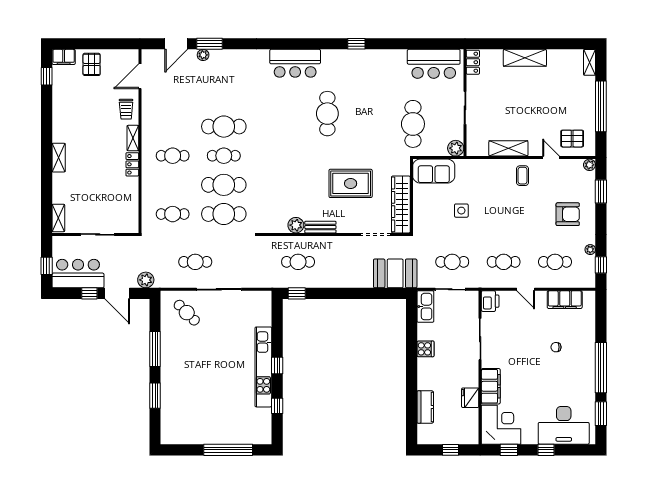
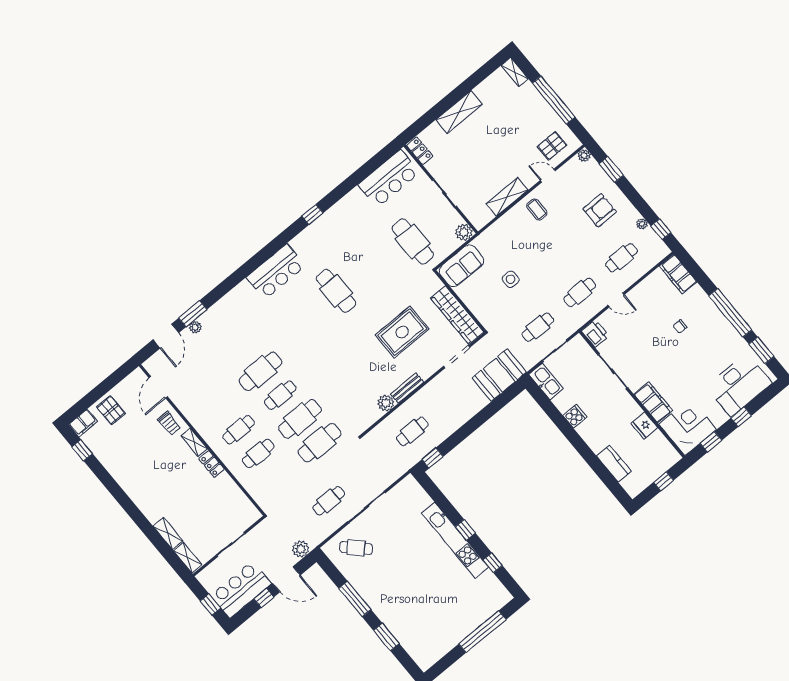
shelving: (59, 158) -> (168, 533), moved
cafe table: (173, 214) -> (258, 453), moved
filing cabinet: (565, 300) -> (678, 274), moved, turned 90

